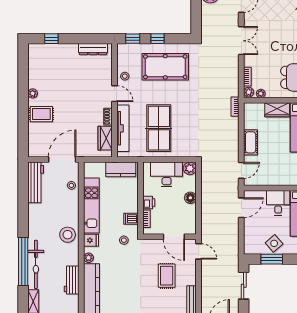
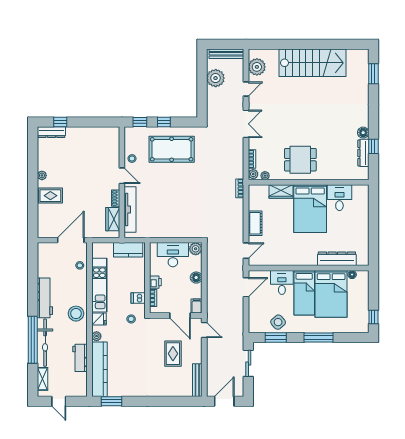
dresser: (93, 49) -> (51, 132), moved
table tennis table: (159, 128) -> (165, 209), removed
workbench: (36, 182) -> (45, 298), moved
filing cabinet: (191, 227) -> (197, 306), added

